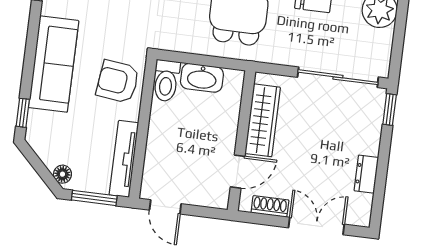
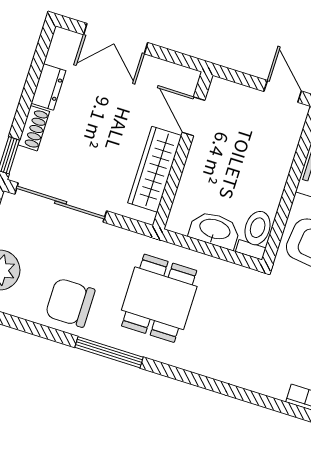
door: (238, 172) -> (194, 116), hinge flipped
shoe rack: (270, 206) -> (34, 128), moved, turned -90

